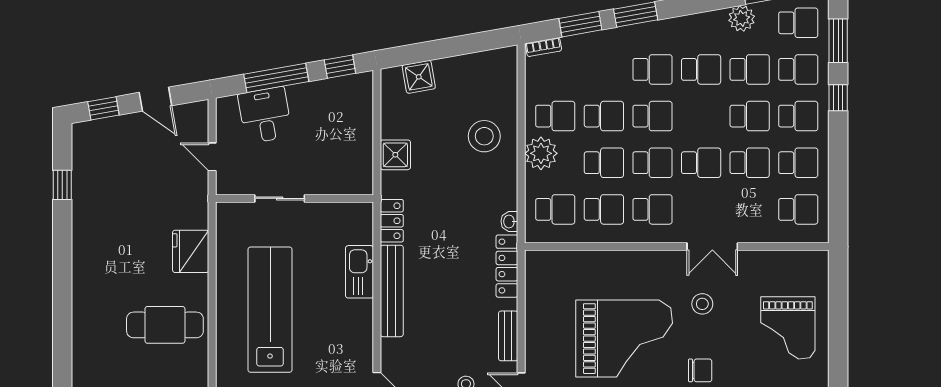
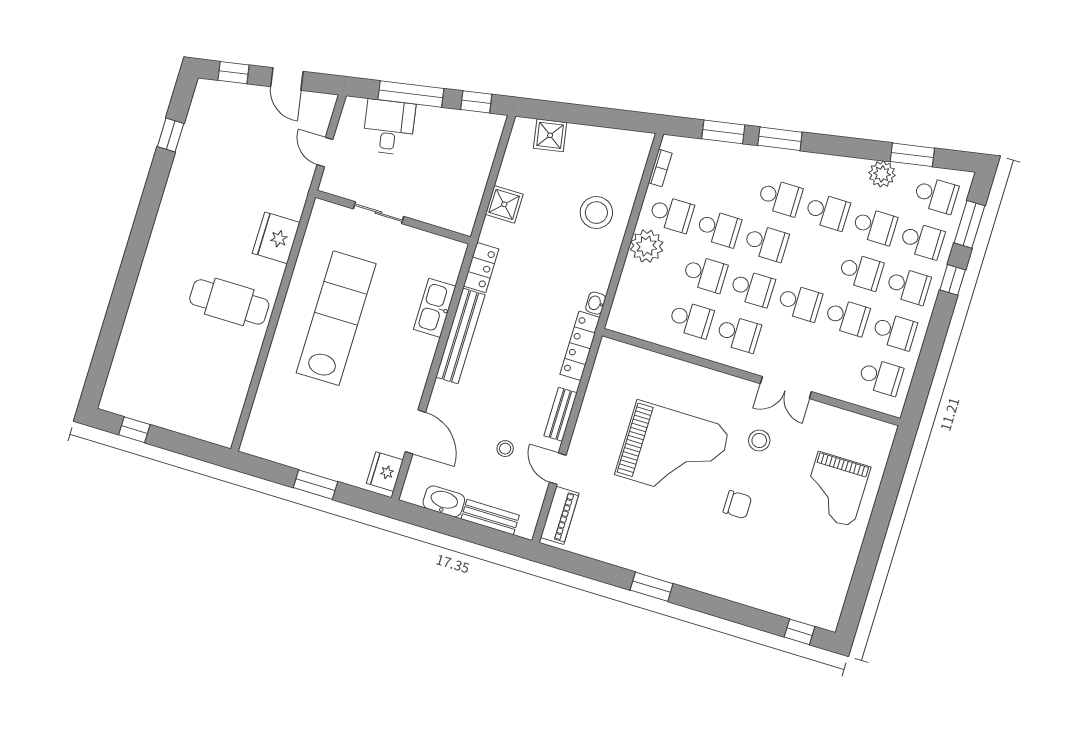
bookcase: (543, 47) -> (660, 168), moved, turned -80
school desk: (555, 209) -> (644, 305), removed

